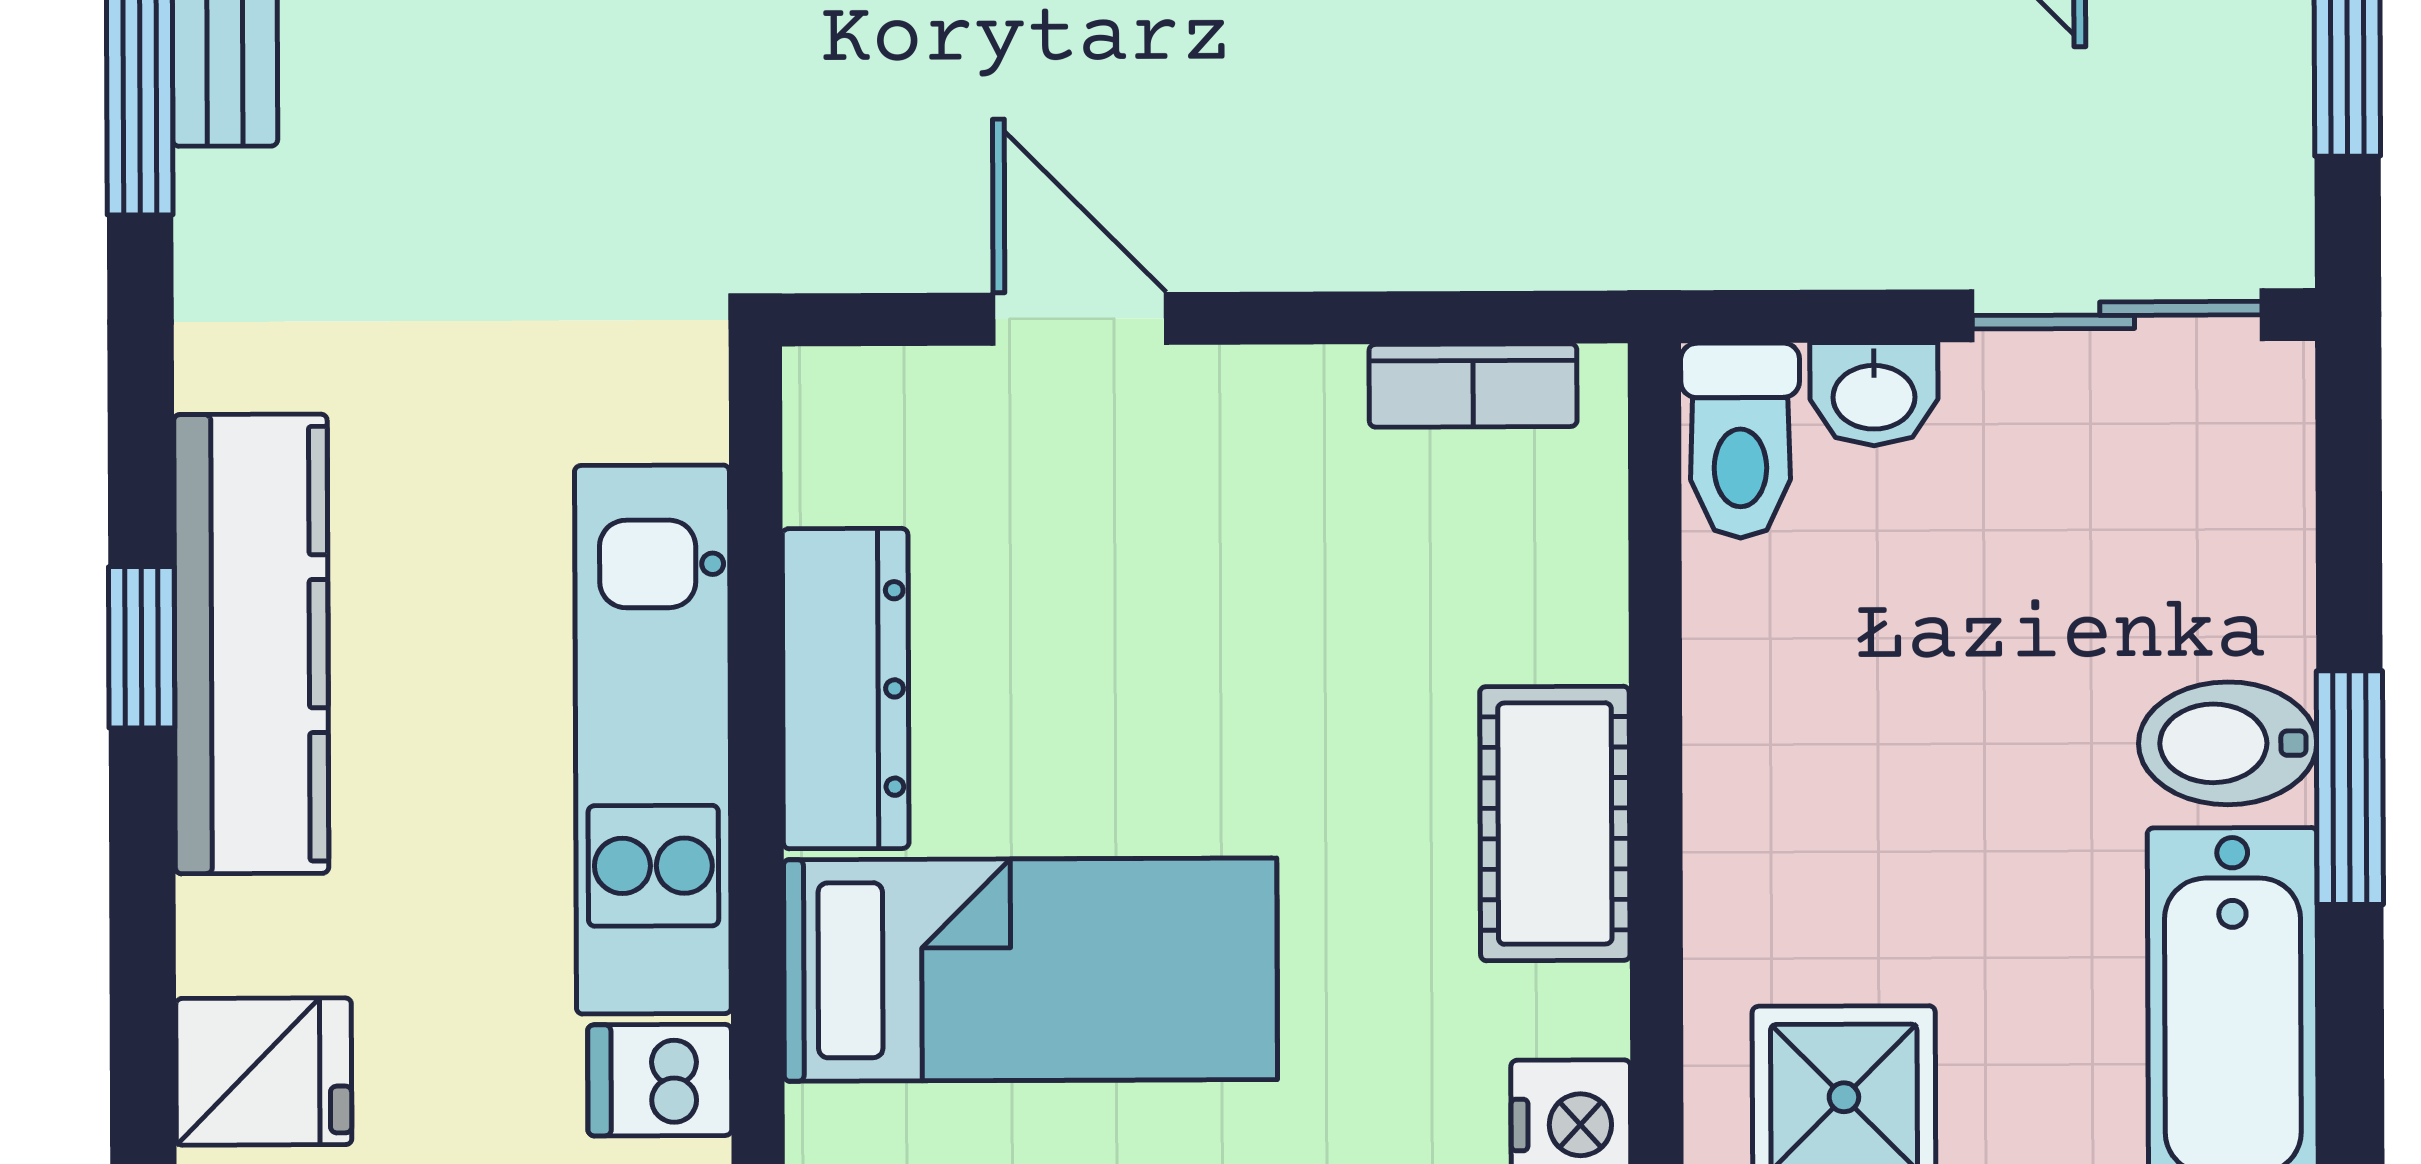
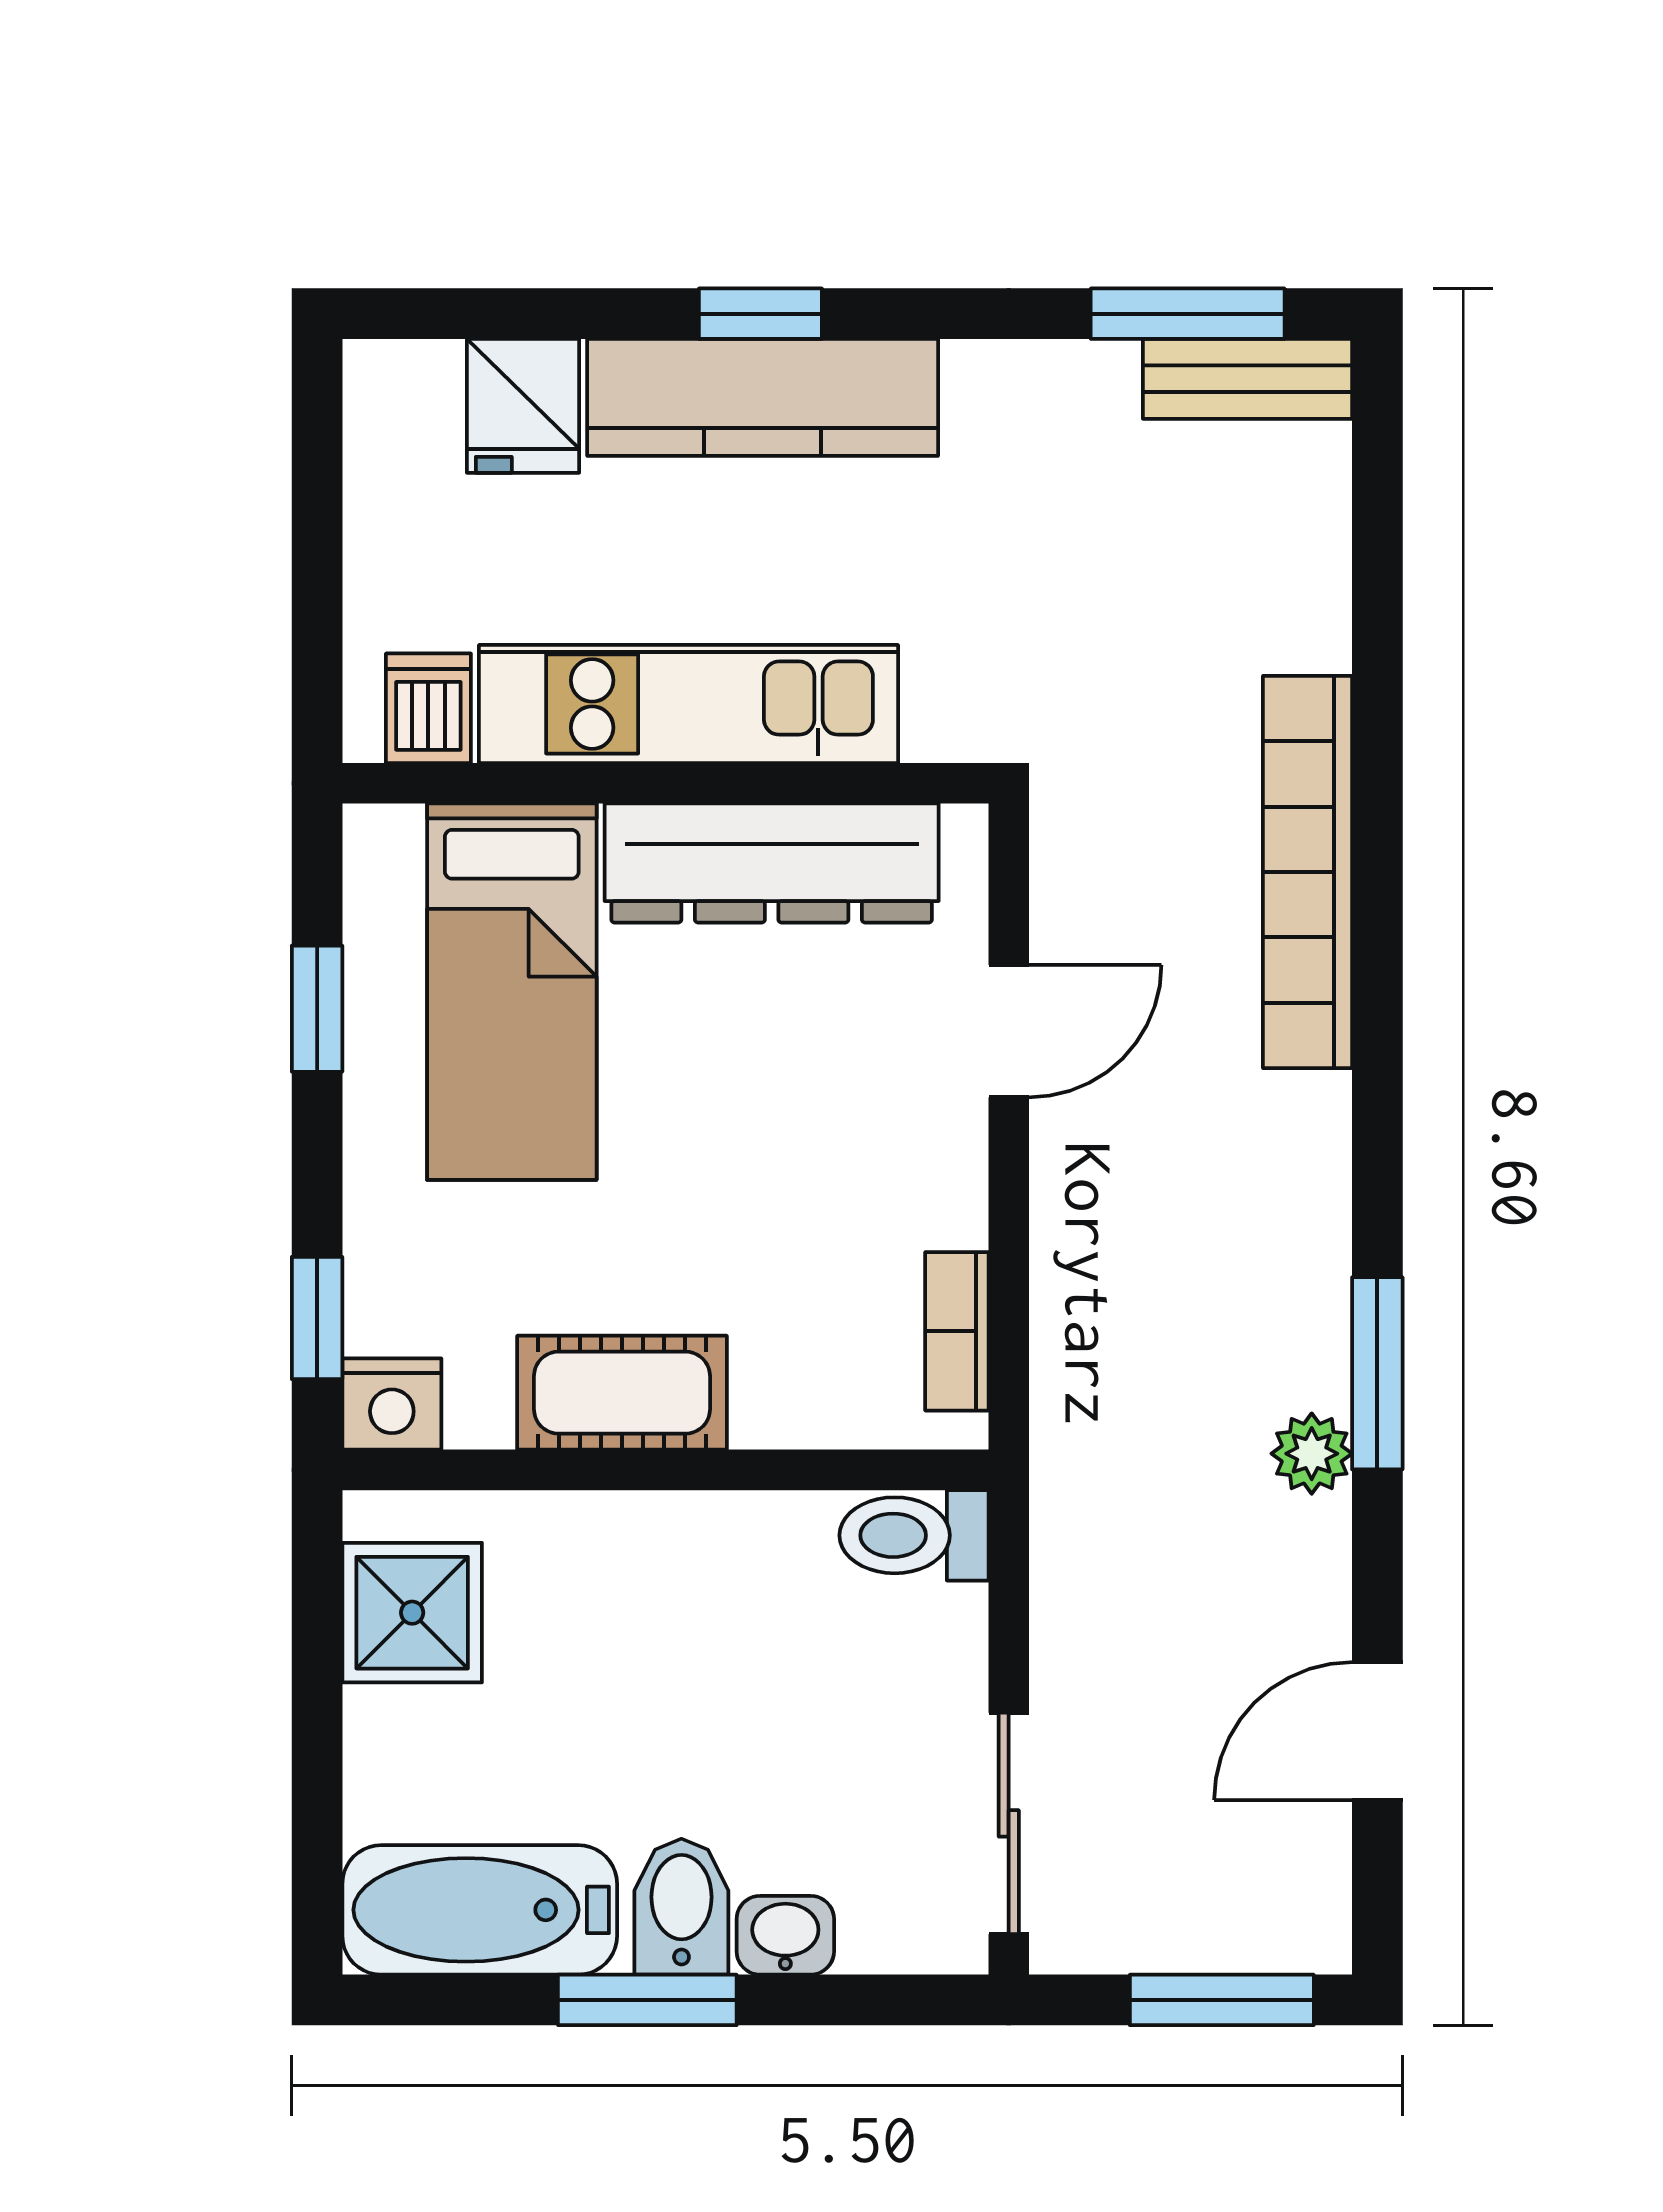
washbasin: (1874, 394) -> (785, 1935), moved, turned 90
dresser: (846, 689) -> (772, 863), width x1.37, depth x1.24
fridge: (264, 1072) -> (523, 406), moved

